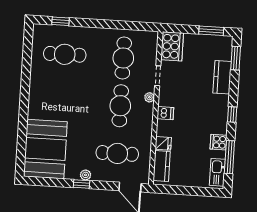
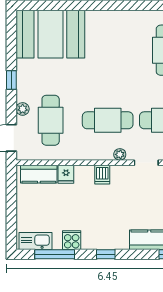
plant: (86, 175) -> (23, 109), moved

